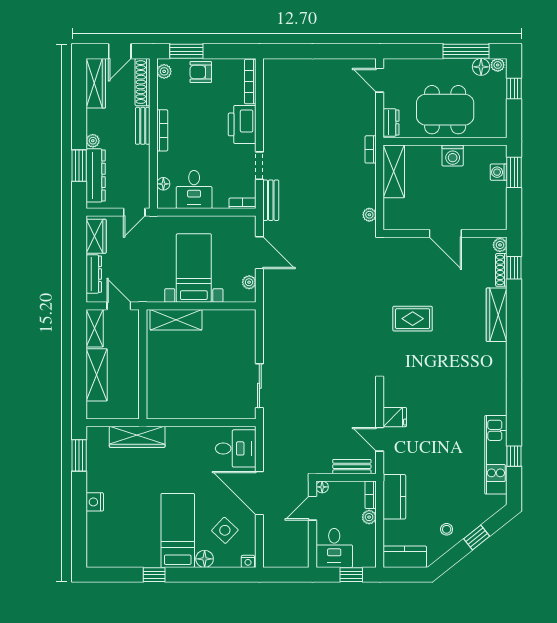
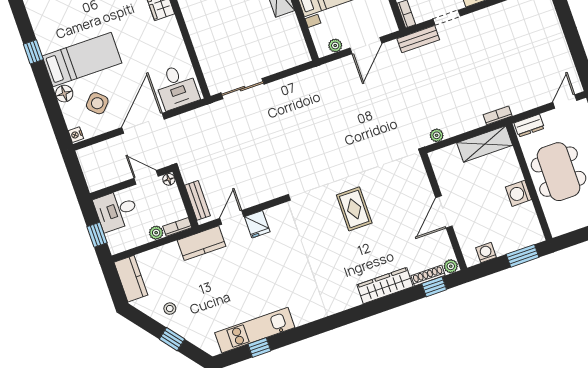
washing machine: (499, 172) -> (486, 253), moved
kitchen counter: (394, 497) -> (202, 243), moved

